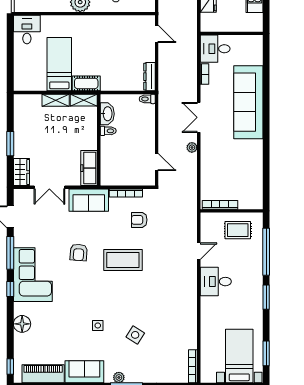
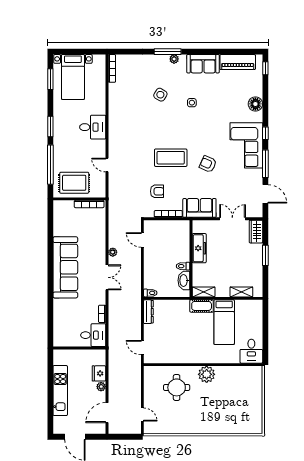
shelving: (56, 100) -> (241, 292), moved
sofa: (248, 102) -> (65, 267), moved
freezer: (89, 168) -> (199, 248), moved
rug: (238, 230) -> (74, 183), width x1.36, depth x1.43
door: (199, 251) -> (107, 165), hinge flipped
armchair: (79, 252) -> (208, 164), turned -70
desk: (216, 282) -> (93, 127), moved

